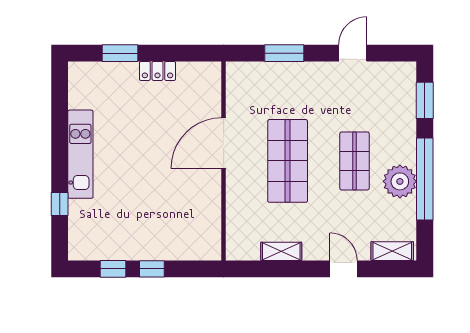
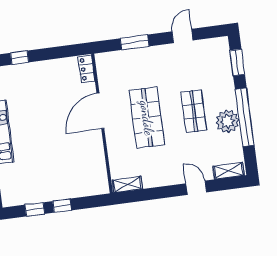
window: (120, 53) -> (20, 58), width x0.67
locker: (157, 71) -> (86, 69), moved, turned 90
shelving: (281, 251) -> (127, 185), moved

